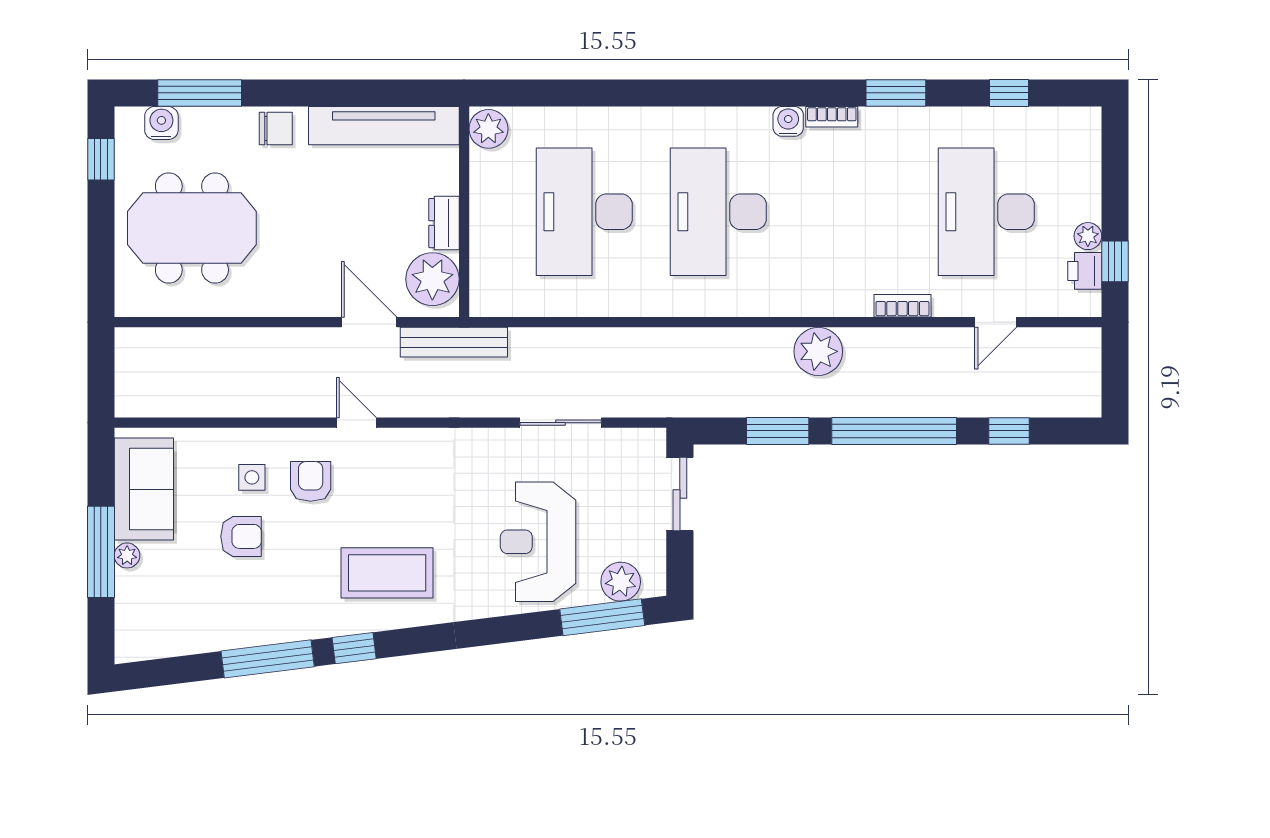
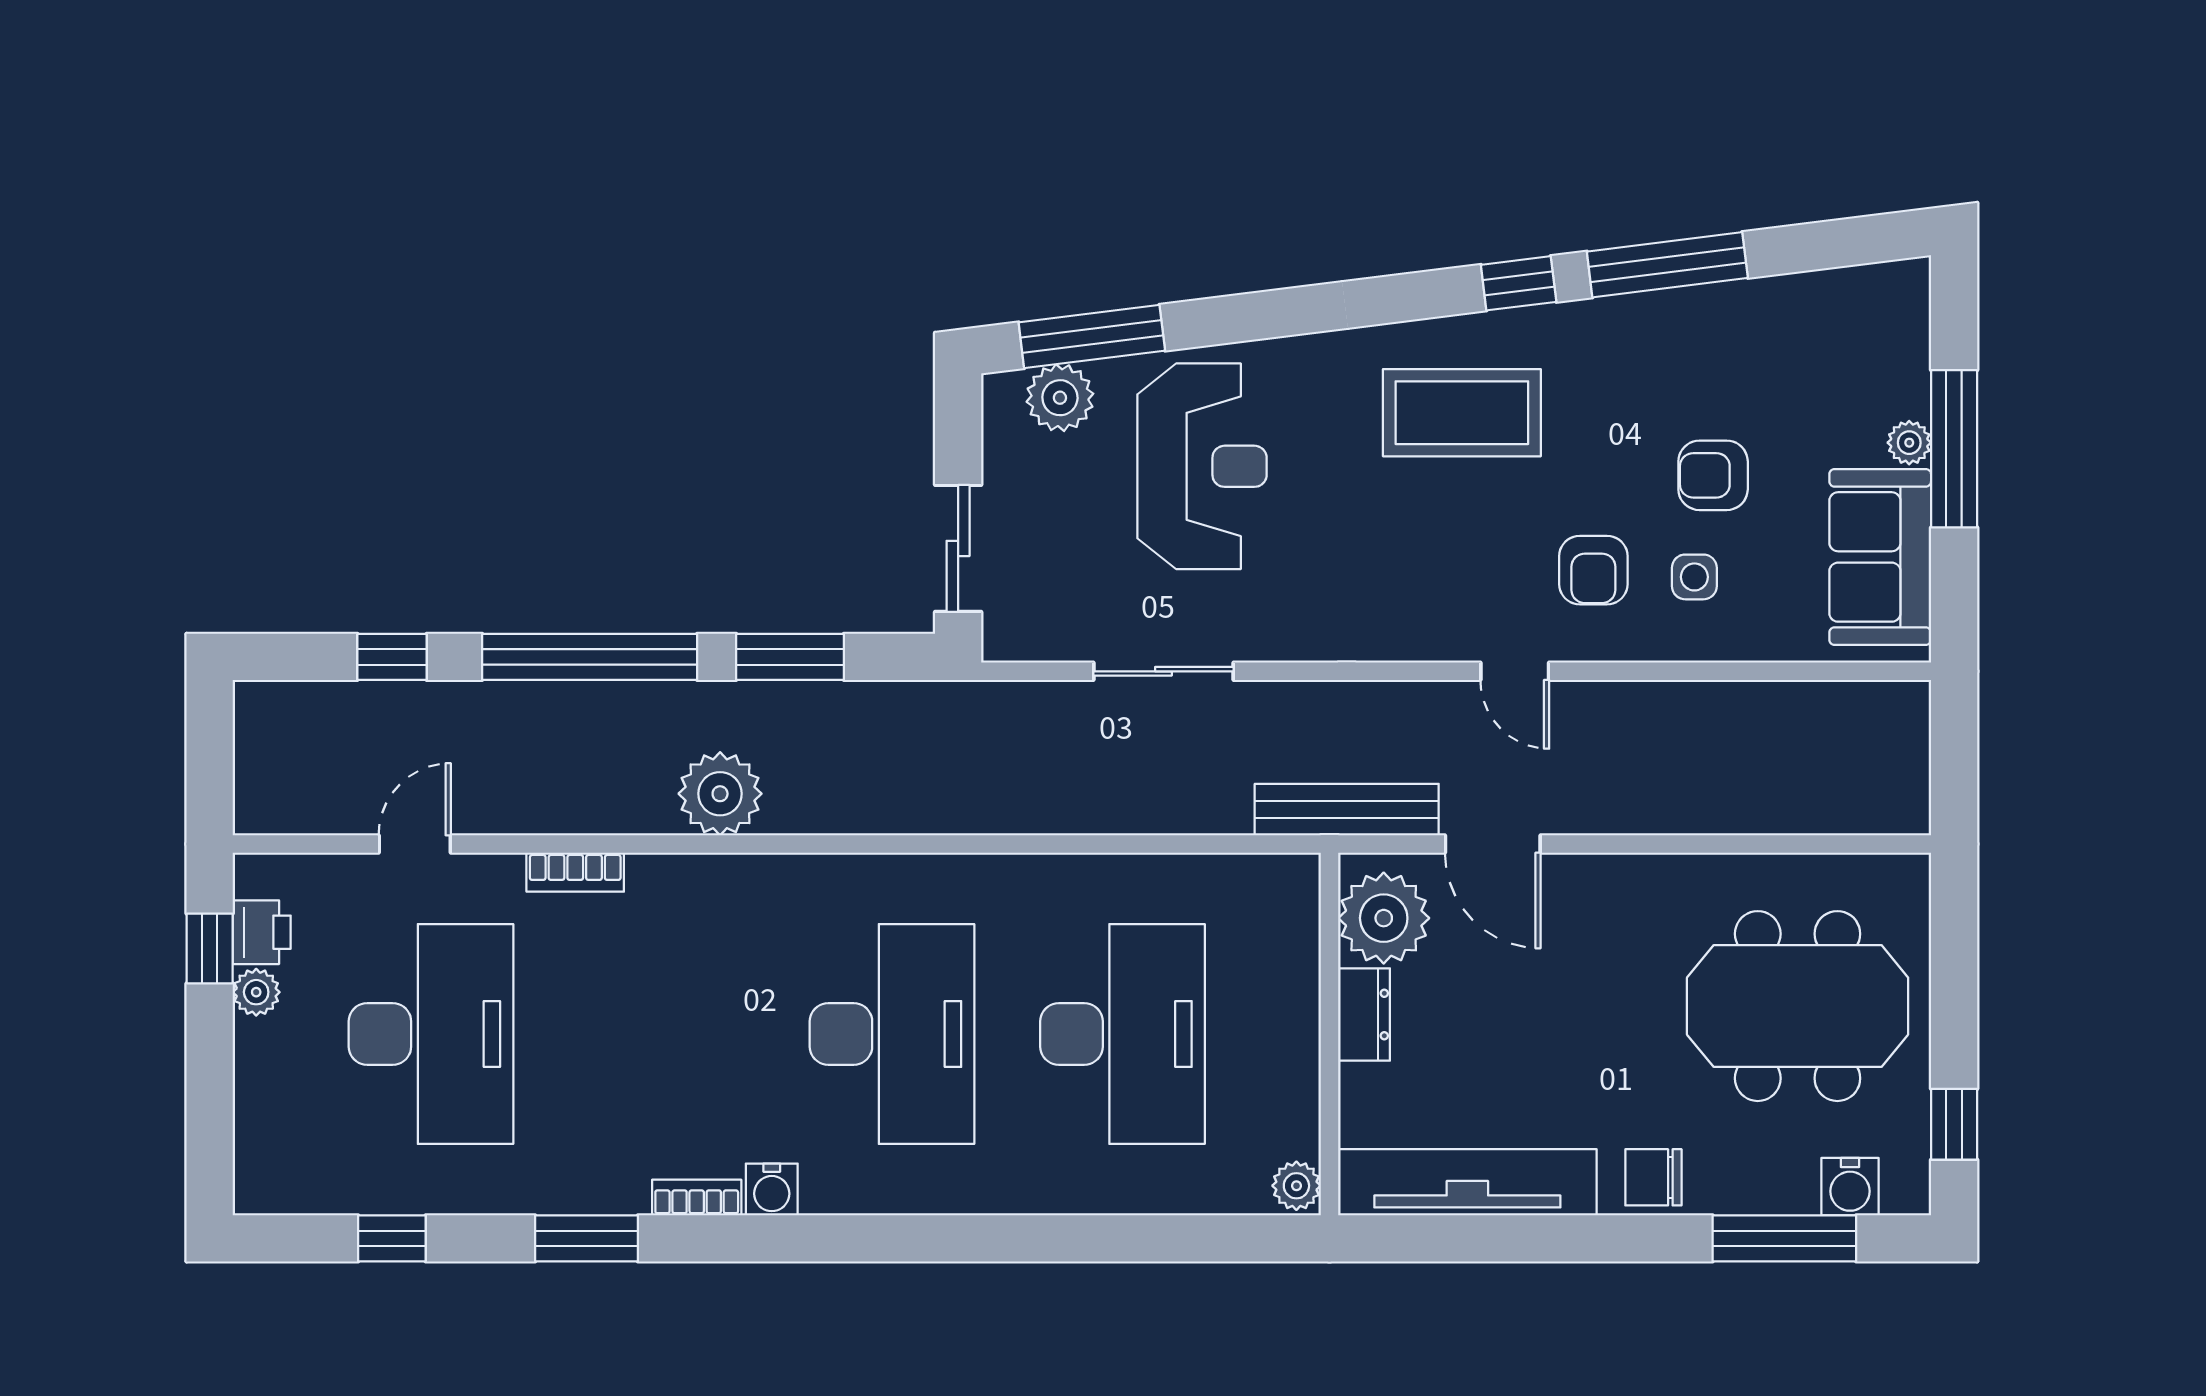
plant: (488, 129) -> (1296, 1186), width x0.73, depth x0.73

